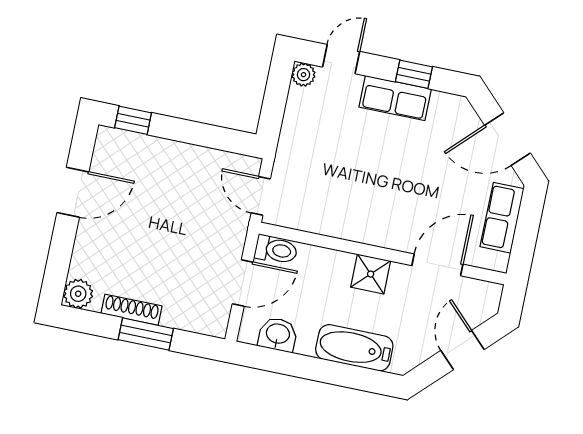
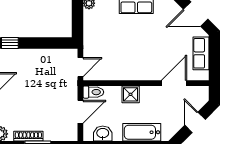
door: (261, 196) -> (80, 67), swing flipped
shower: (371, 274) -> (131, 94), moved

